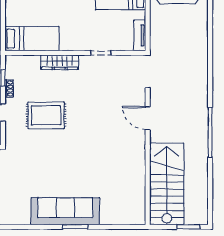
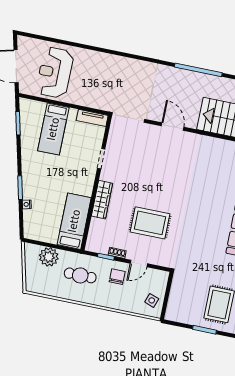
rug: (46, 115) -> (150, 223), turned 90
door: (148, 118) -> (173, 127), swing flipped

